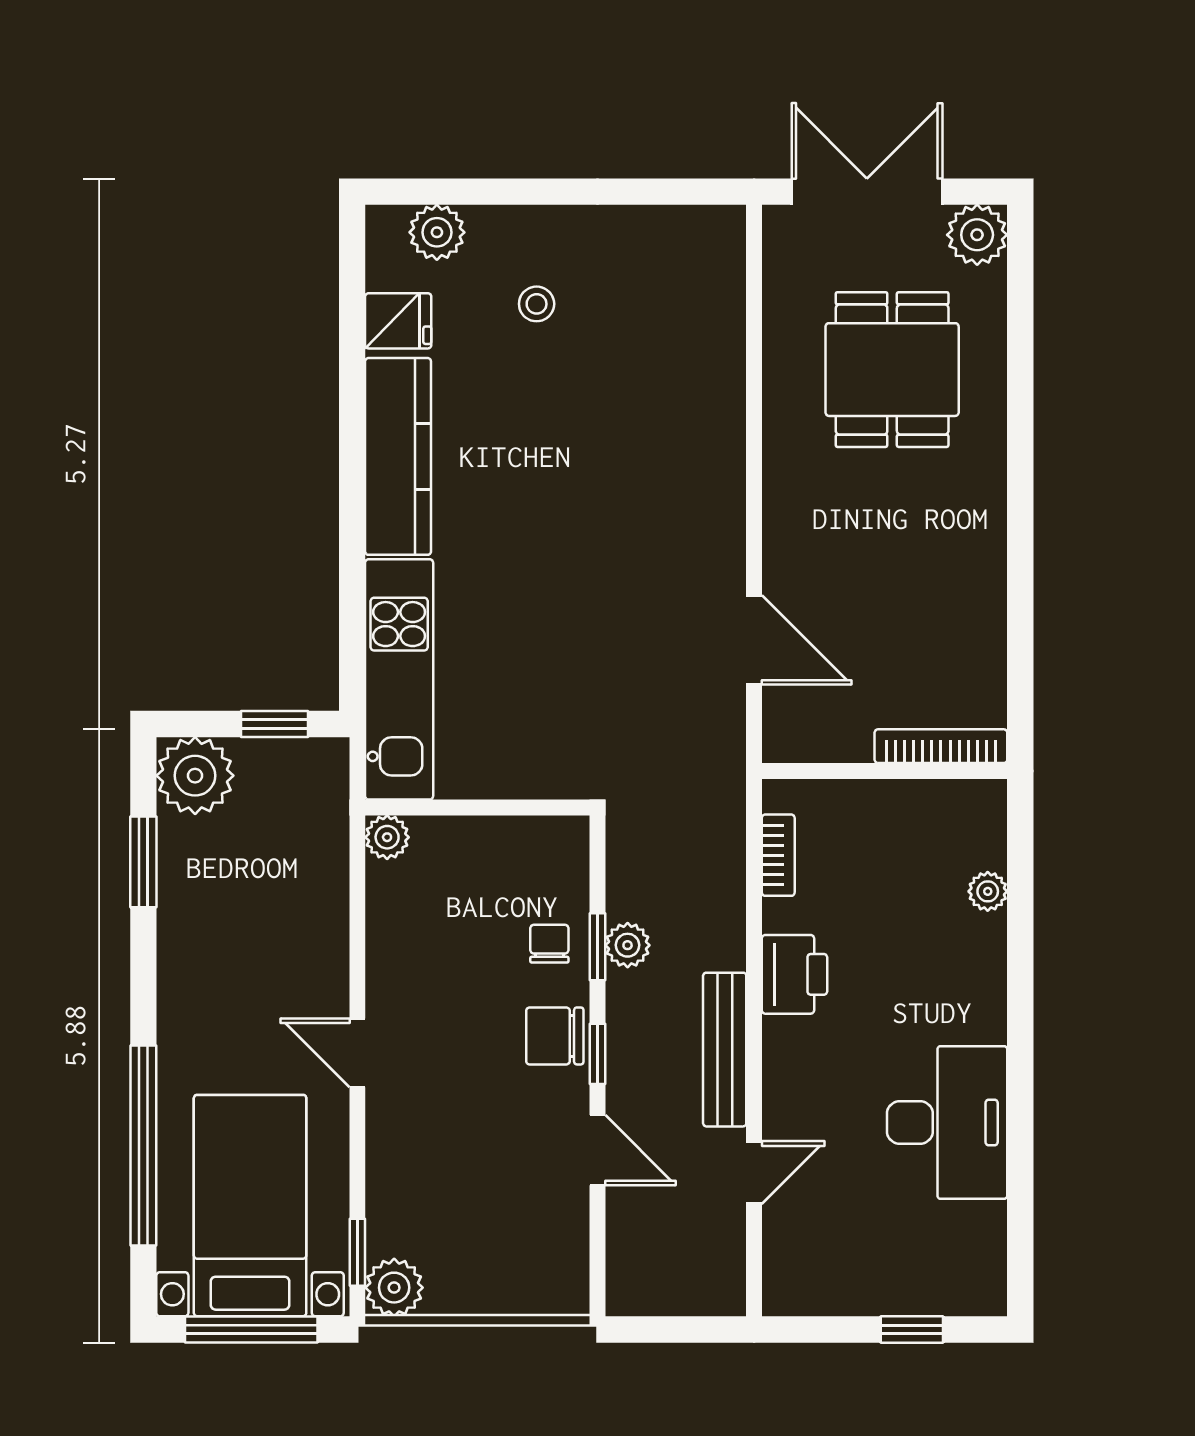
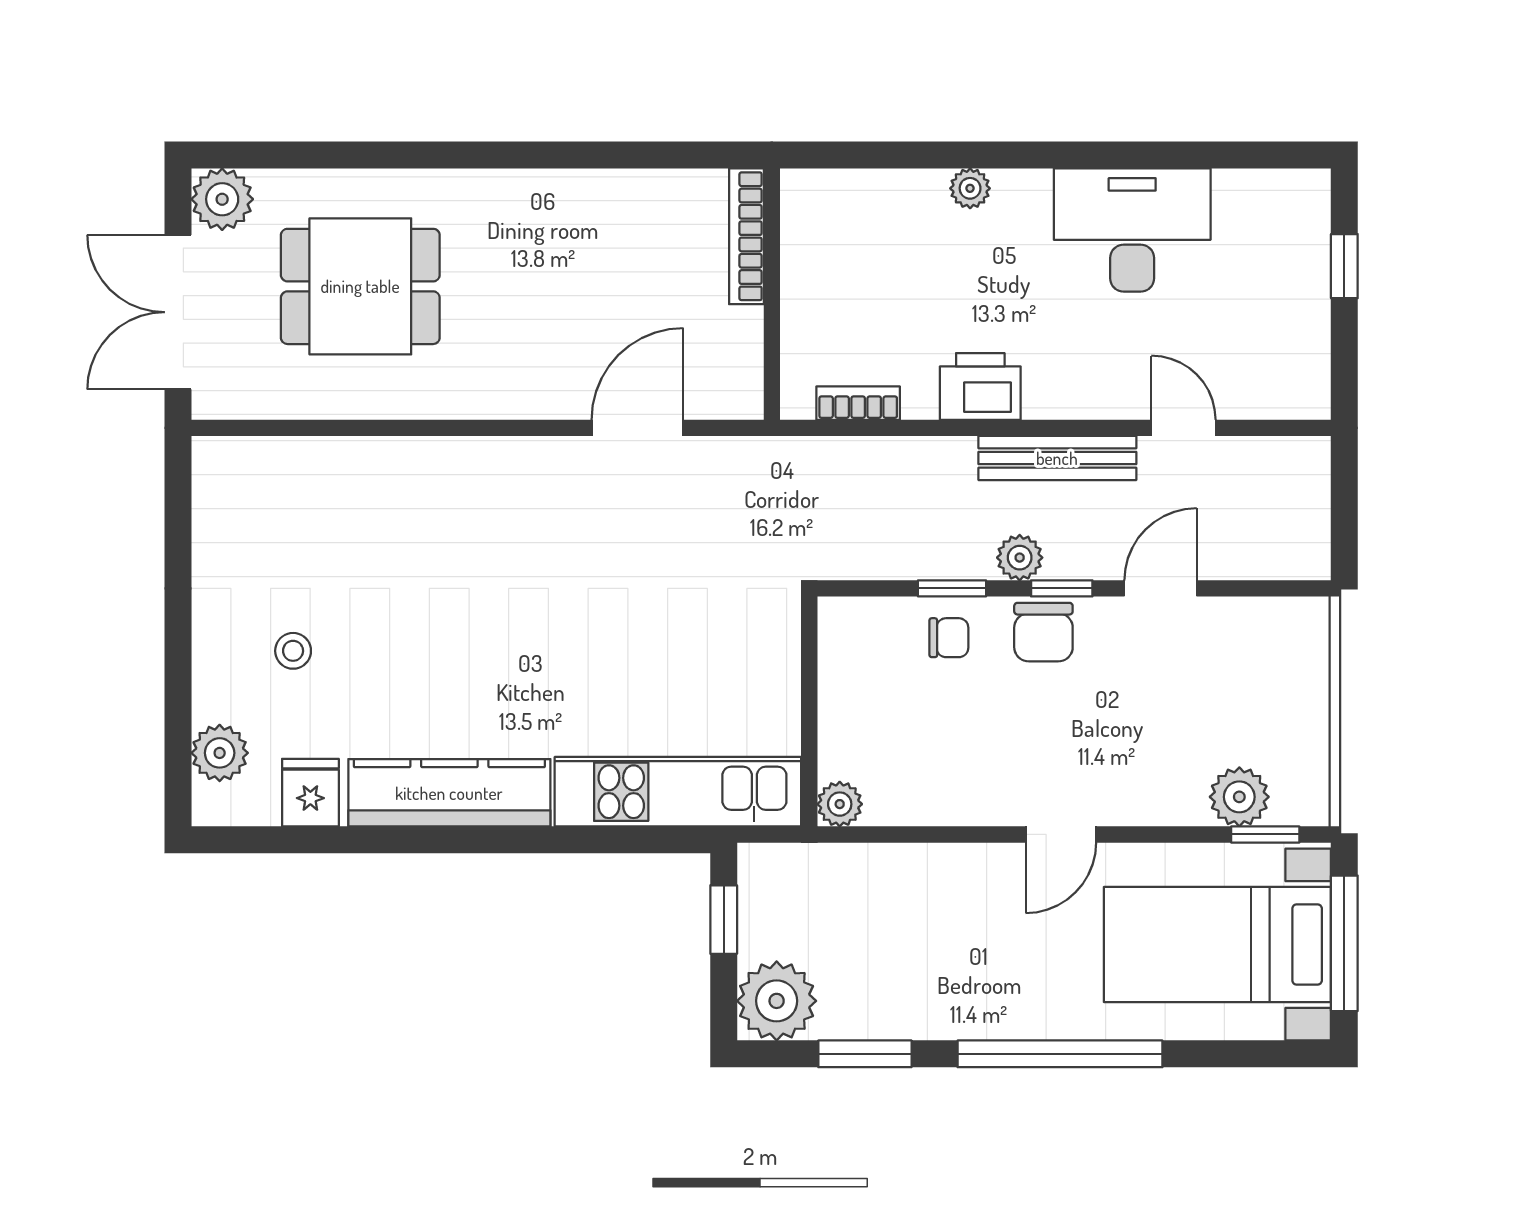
plant: (988, 891) -> (970, 188), moved
chair: (549, 944) -> (949, 638), turned 180
plant: (628, 945) -> (1020, 558), moved
window: (143, 1145) -> (1060, 1054), moved
plant: (394, 1288) -> (1239, 797), moved

